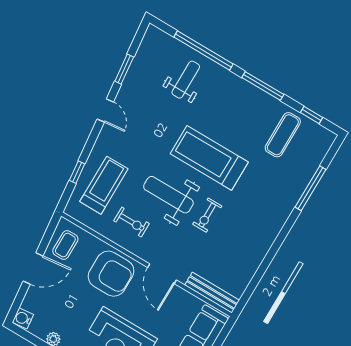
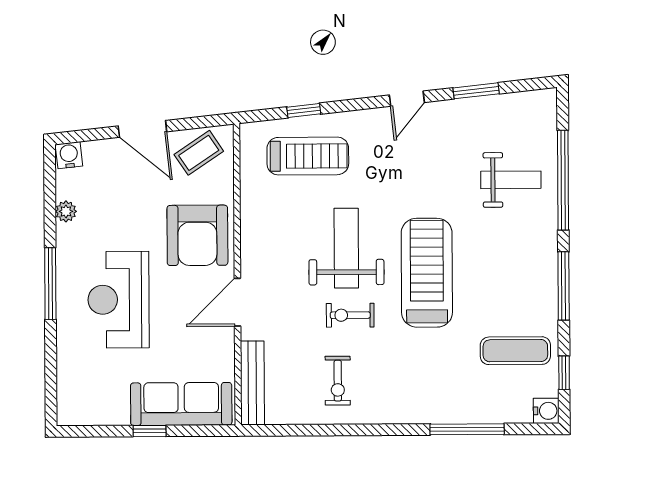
water cooler: (327, 138) -> (546, 411), added
exercise bike: (132, 222) -> (338, 381), moved
coffee table: (65, 245) -> (199, 153), turned -34

